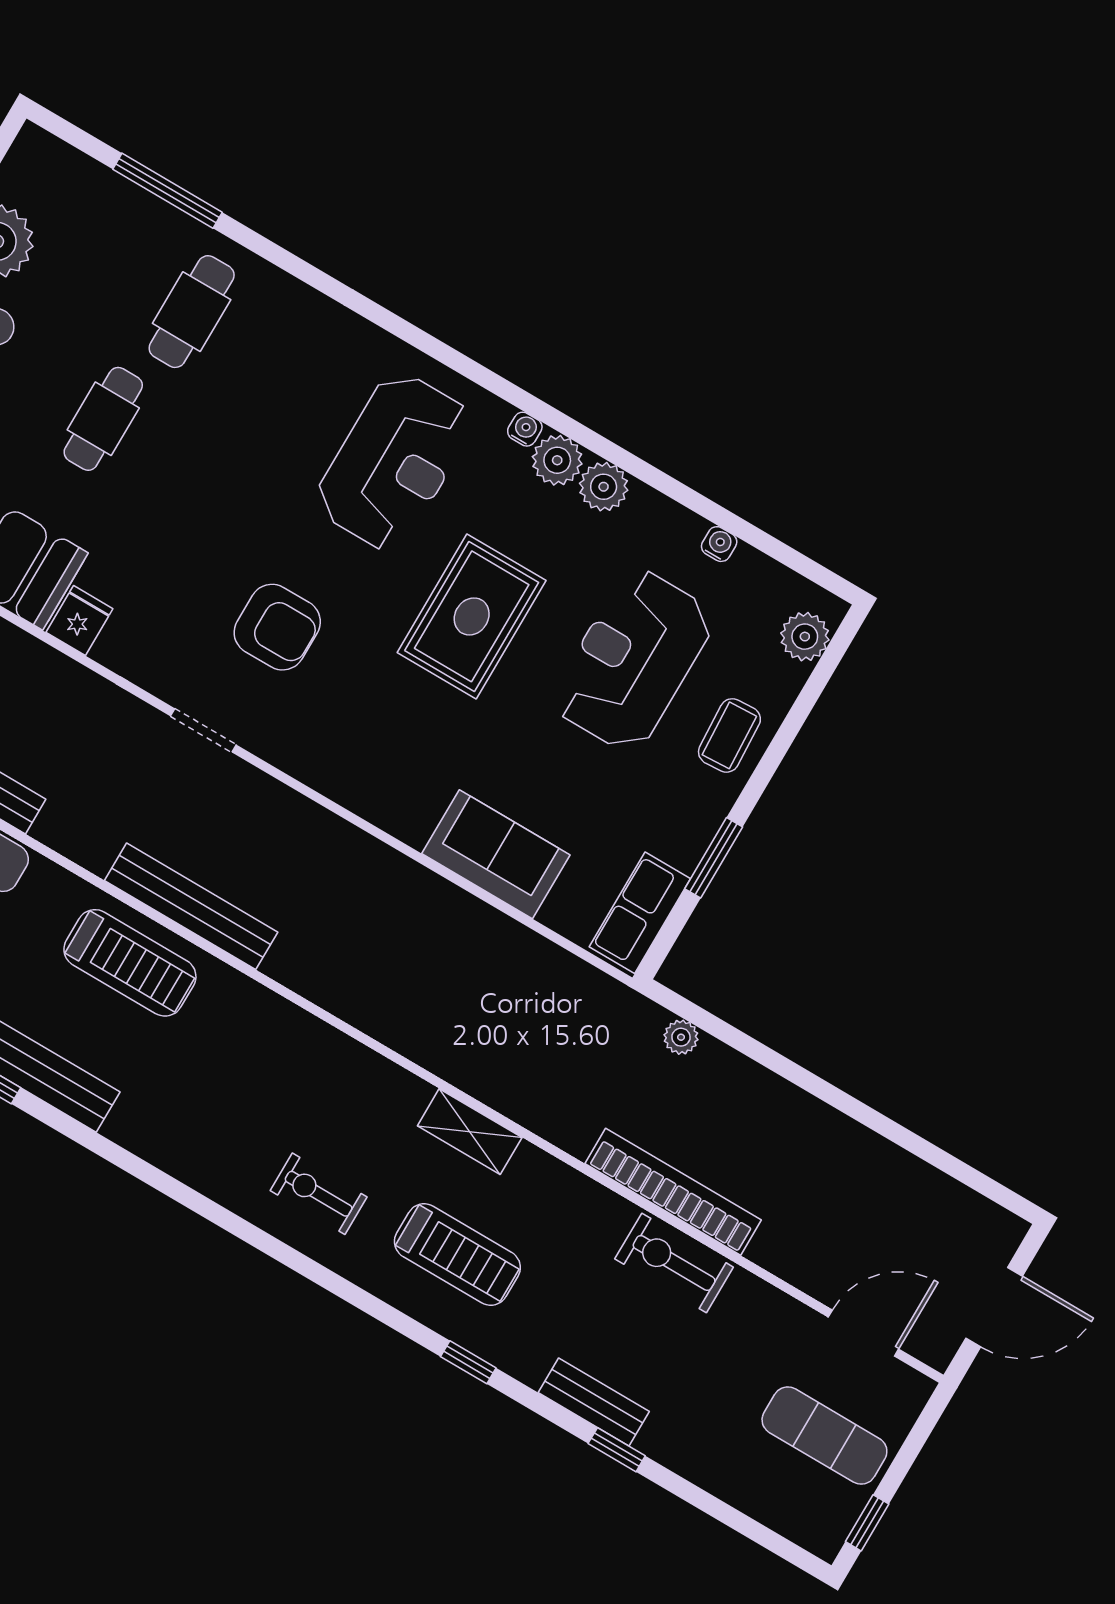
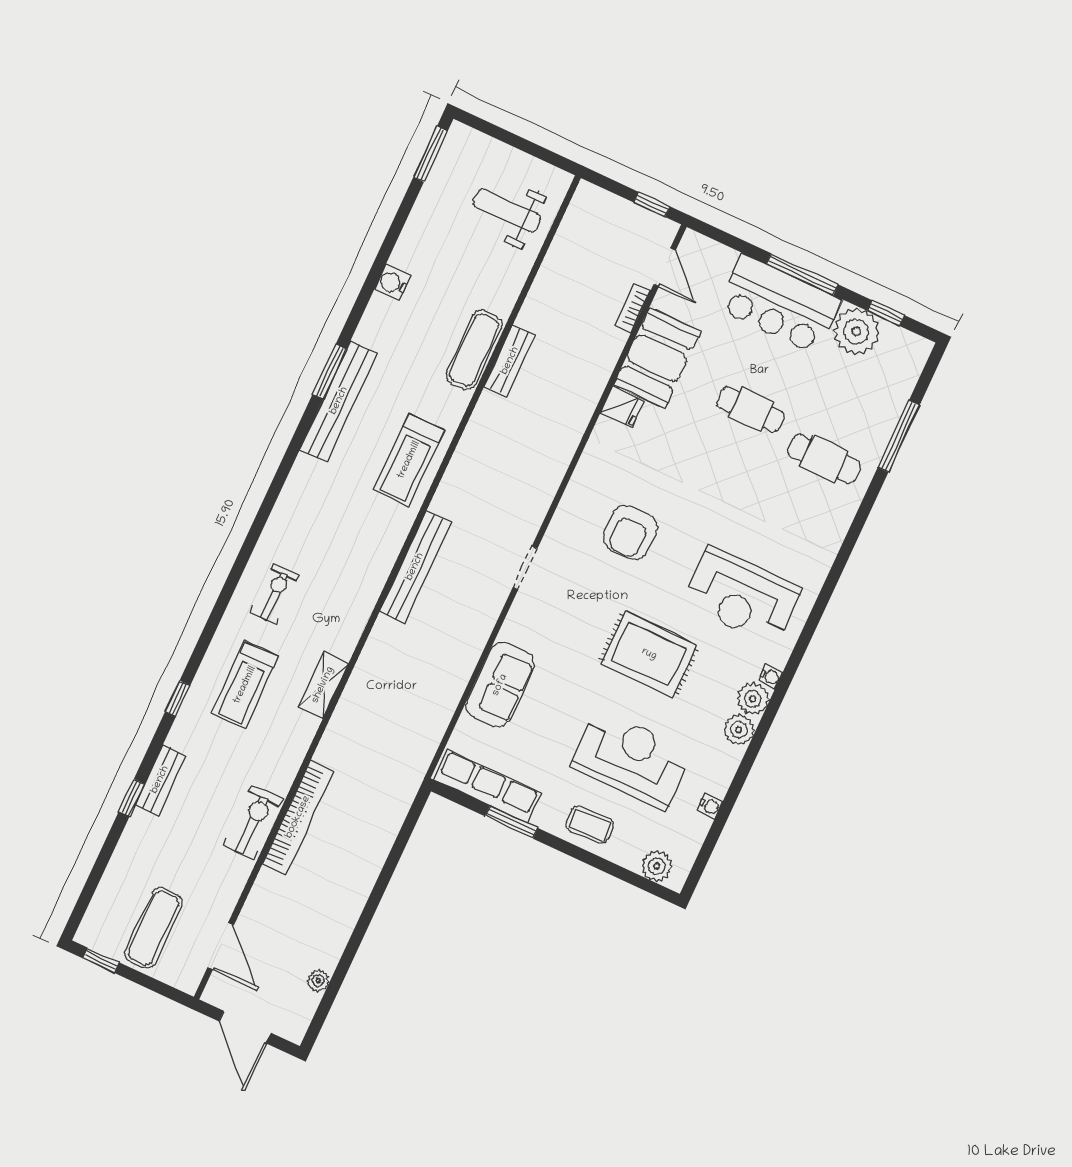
doorway: (203, 730) -> (525, 568), moved
bench: (191, 906) -> (415, 567), moved
row of seats: (640, 913) -> (487, 786), width x1.48
plant: (681, 1037) -> (318, 981), moved

